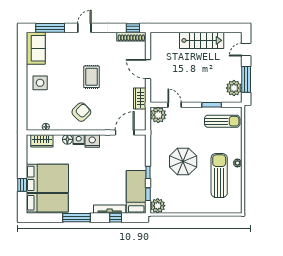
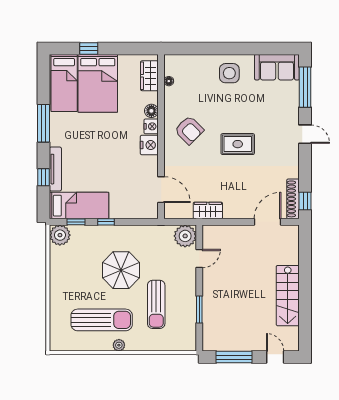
door: (148, 69) -> (268, 222), moved
plant: (234, 88) -> (222, 340), removed
sun lounger: (222, 121) -> (156, 304), moved

